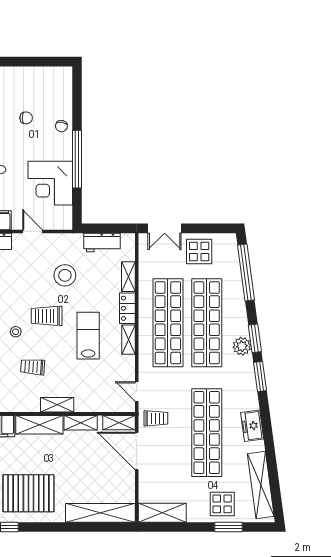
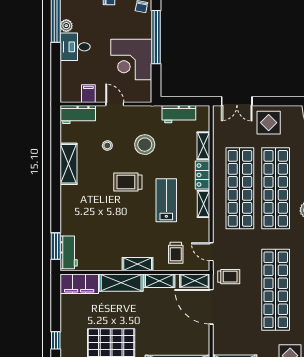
stool: (16, 332) -> (107, 146), moved
trolley: (33, 367) -> (176, 253), moved, turned -94

